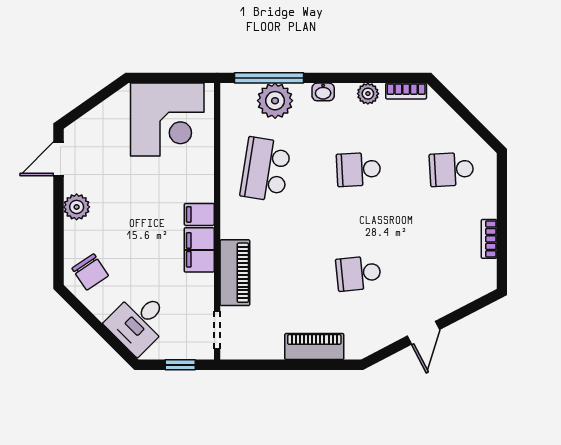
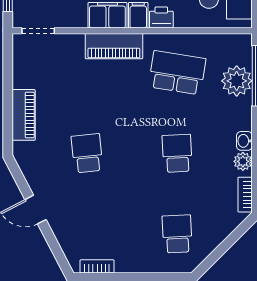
washbasin: (323, 92) -> (244, 141), moved
printer: (202, 188) -> (161, 17), added
bookcase: (489, 239) -> (97, 266), moved
piano: (235, 273) -> (114, 46), moved

